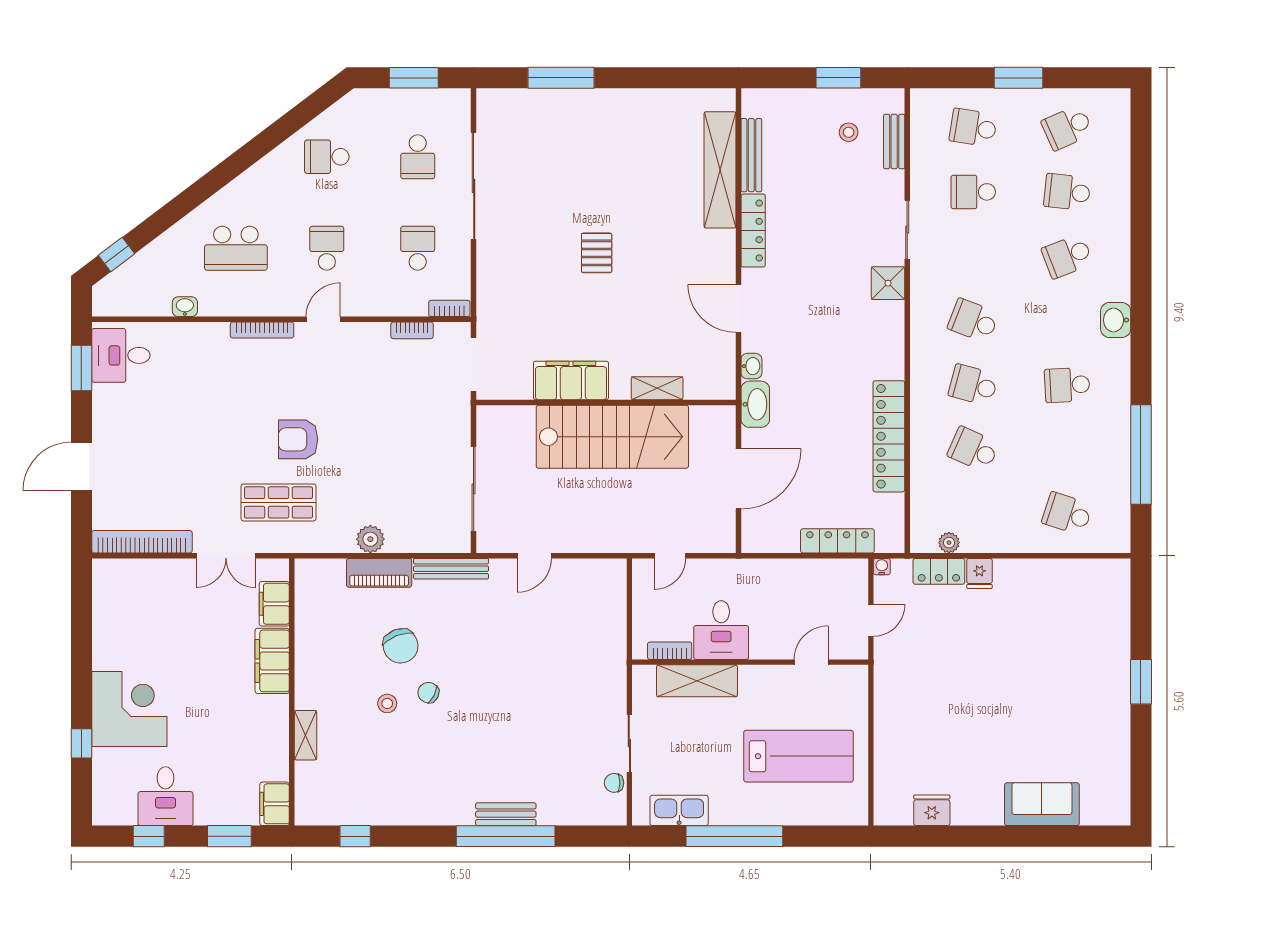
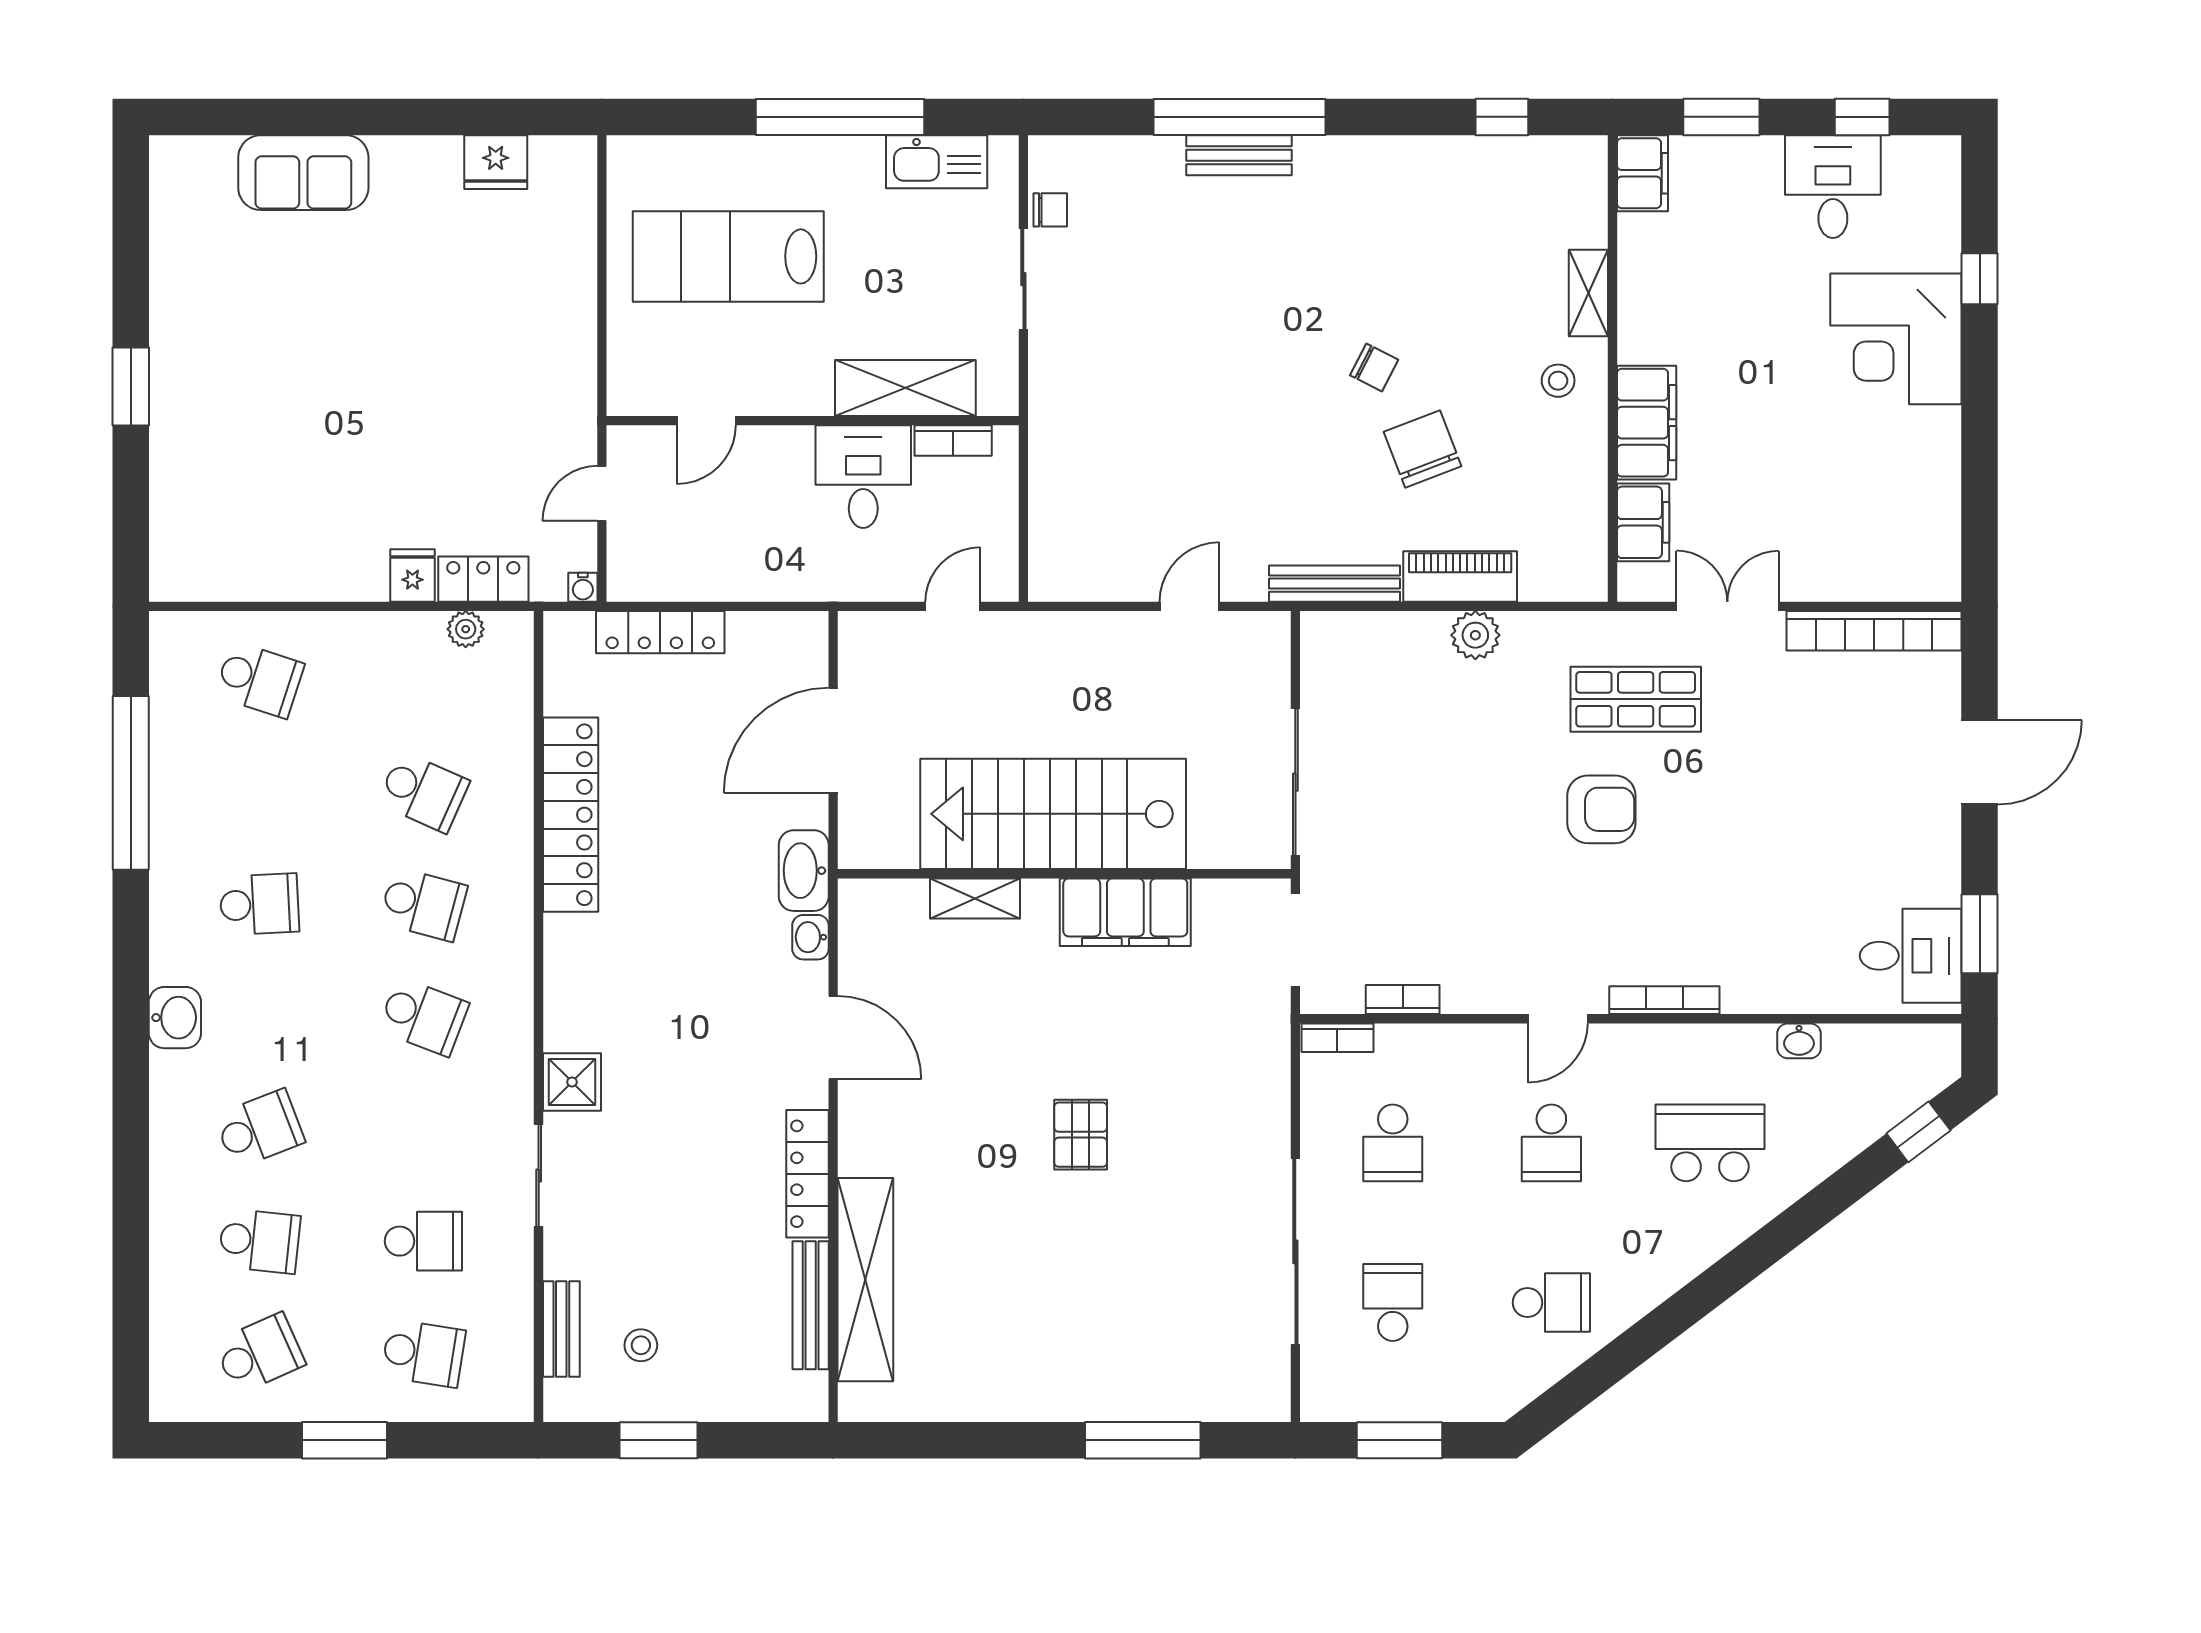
sliding door: (474, 489) -> (1295, 782), moved
stool: (387, 703) -> (1558, 381), moved

